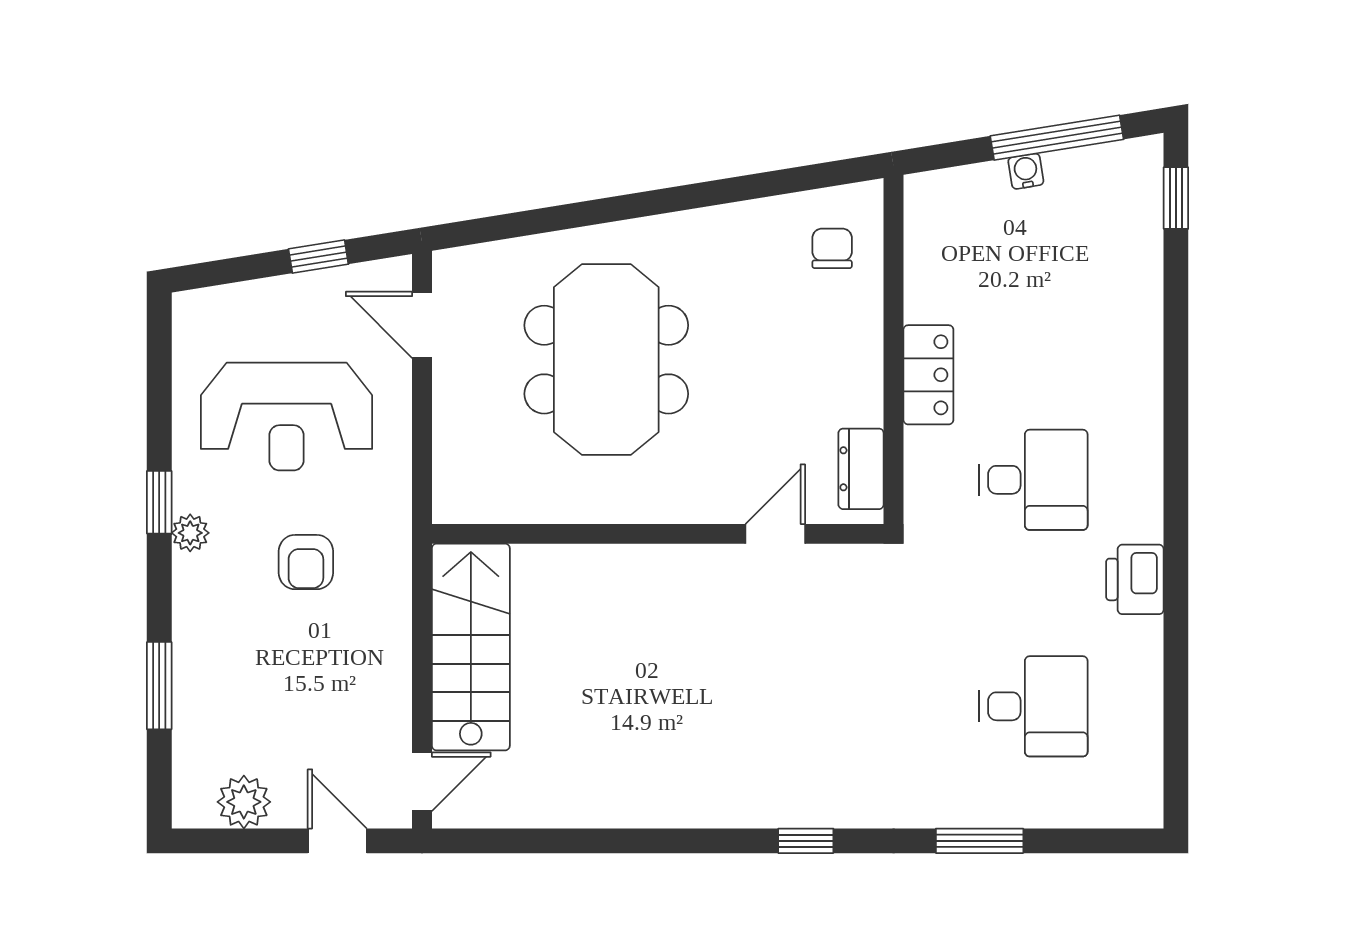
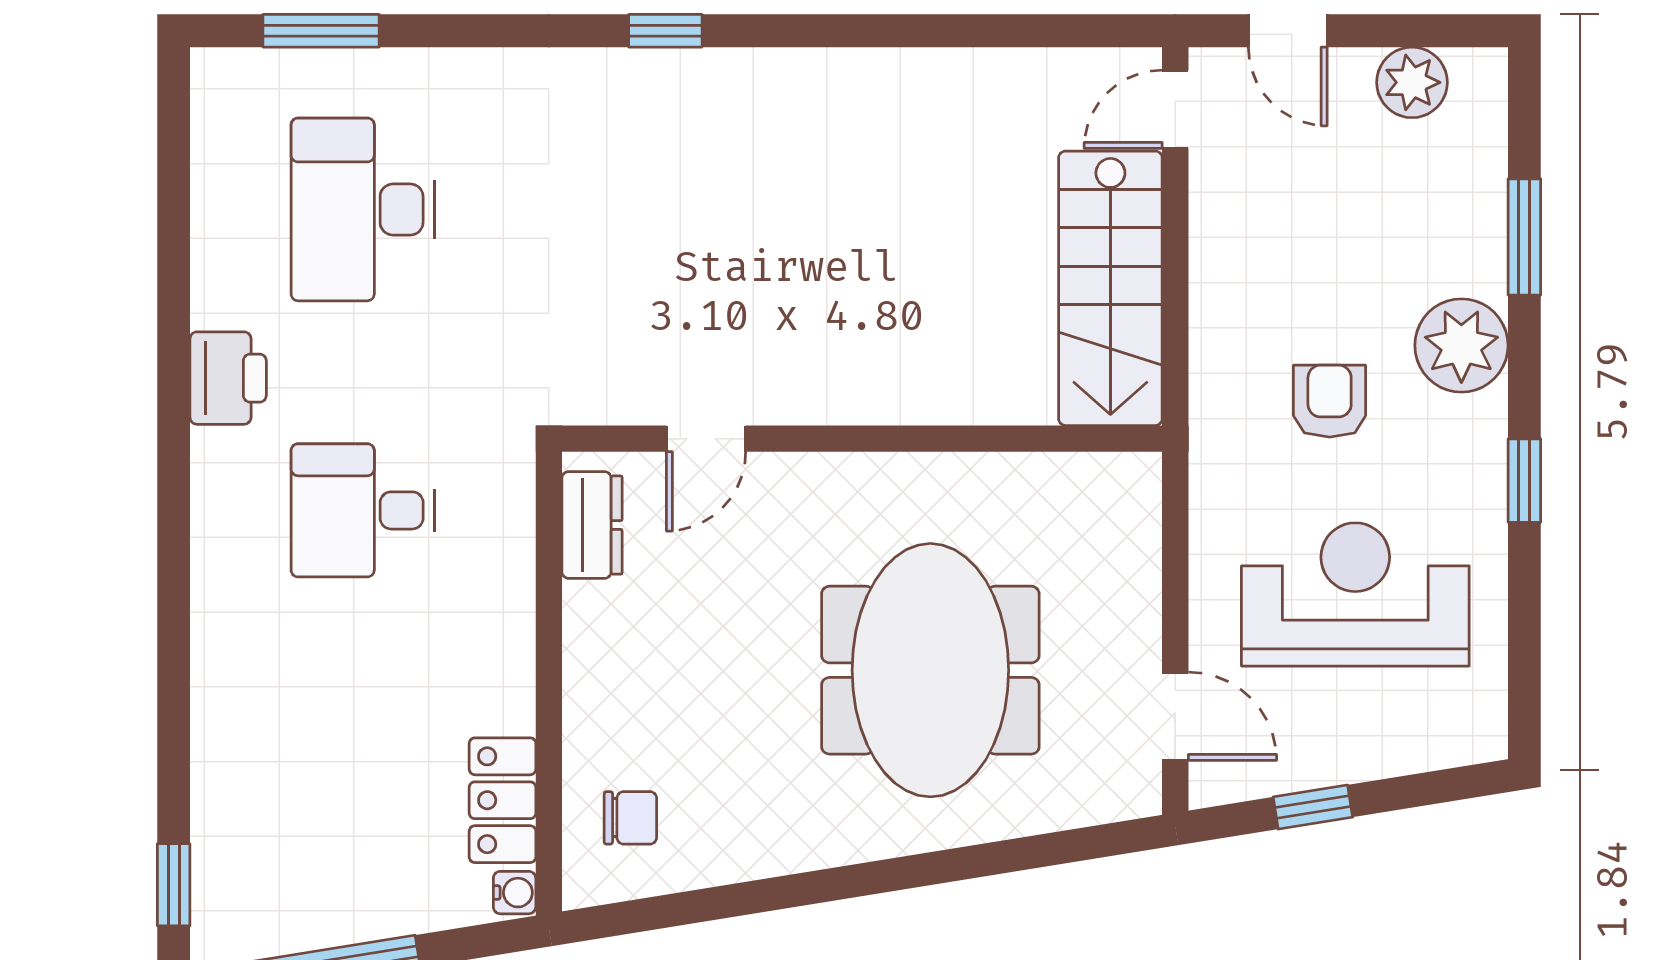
water cooler: (1026, 171) -> (515, 893), moved, turned -81
chair: (832, 248) -> (630, 818), turned -90
locker: (928, 375) -> (503, 800), moved
plant: (190, 533) -> (1461, 345), moved, width x1.88, depth x1.88
desk: (1034, 706) -> (363, 209), width x1.37
window: (980, 841) -> (321, 31), moved

